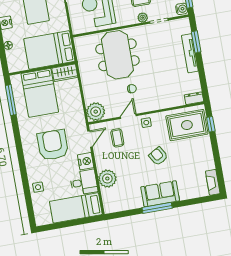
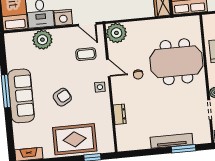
dresser: (194, 98) -> (120, 114), moved
rug: (187, 125) -> (75, 139), moved, turned 90
sofa: (160, 194) -> (21, 96), width x1.36

